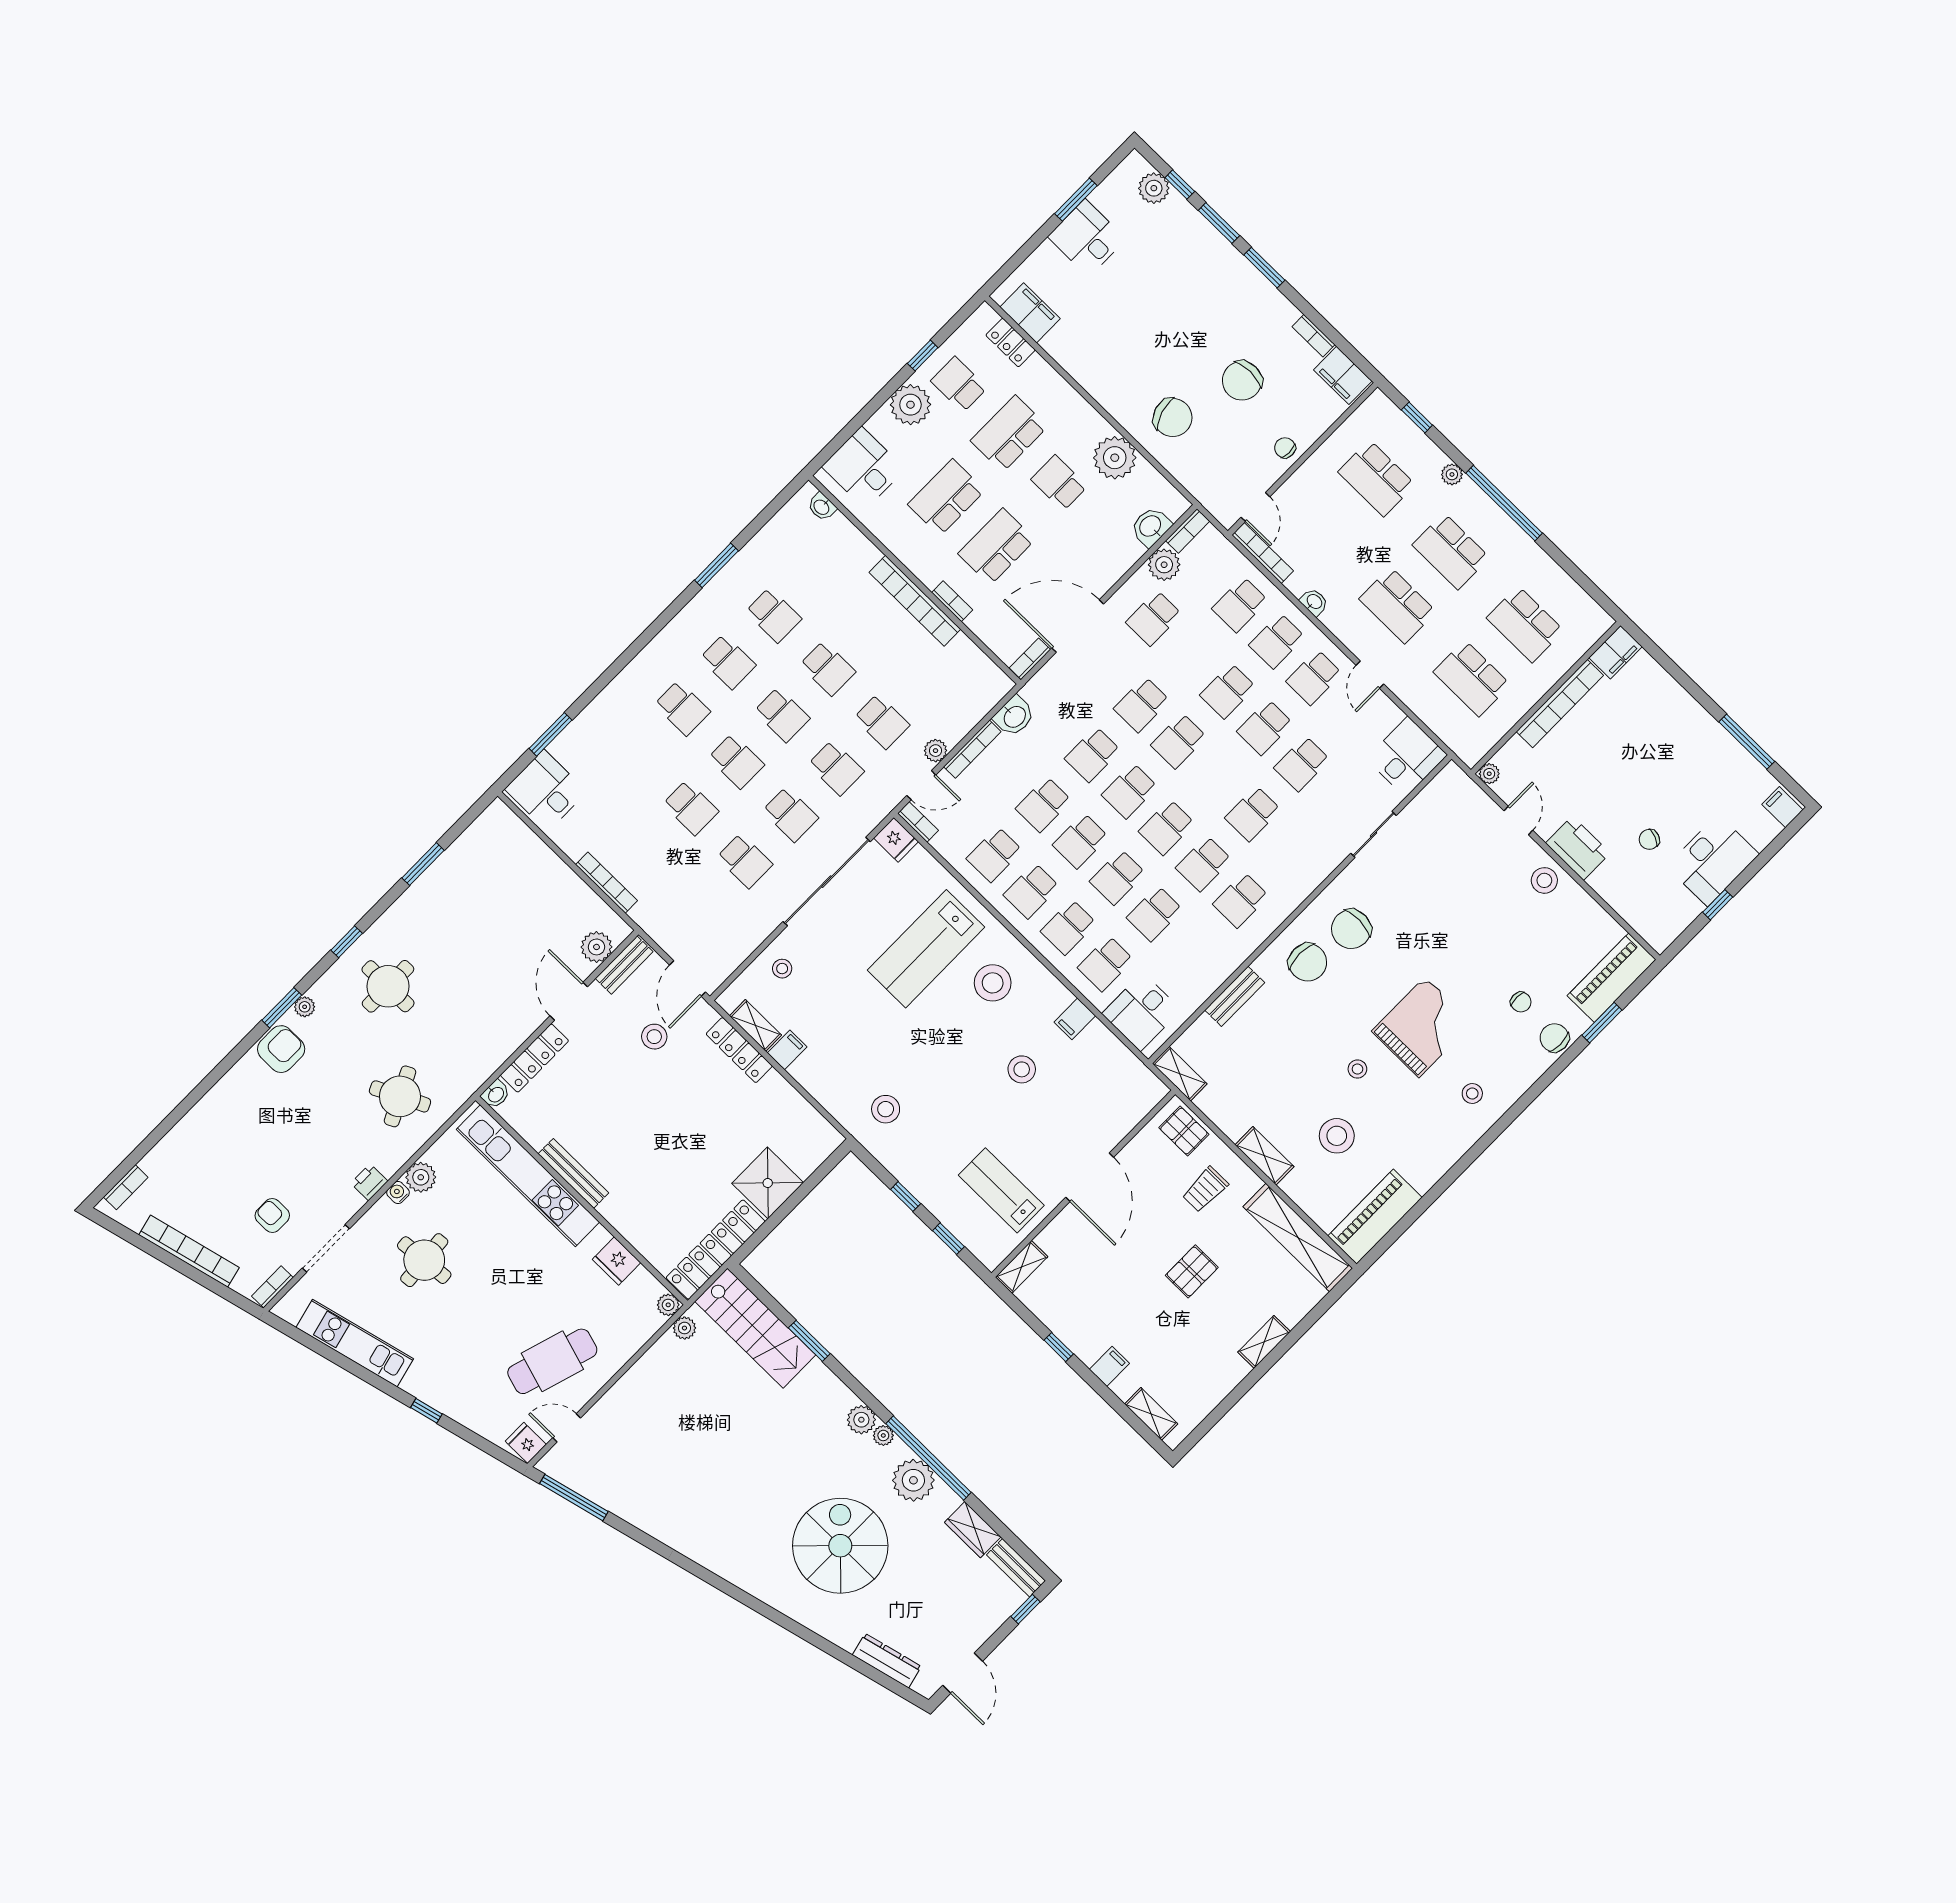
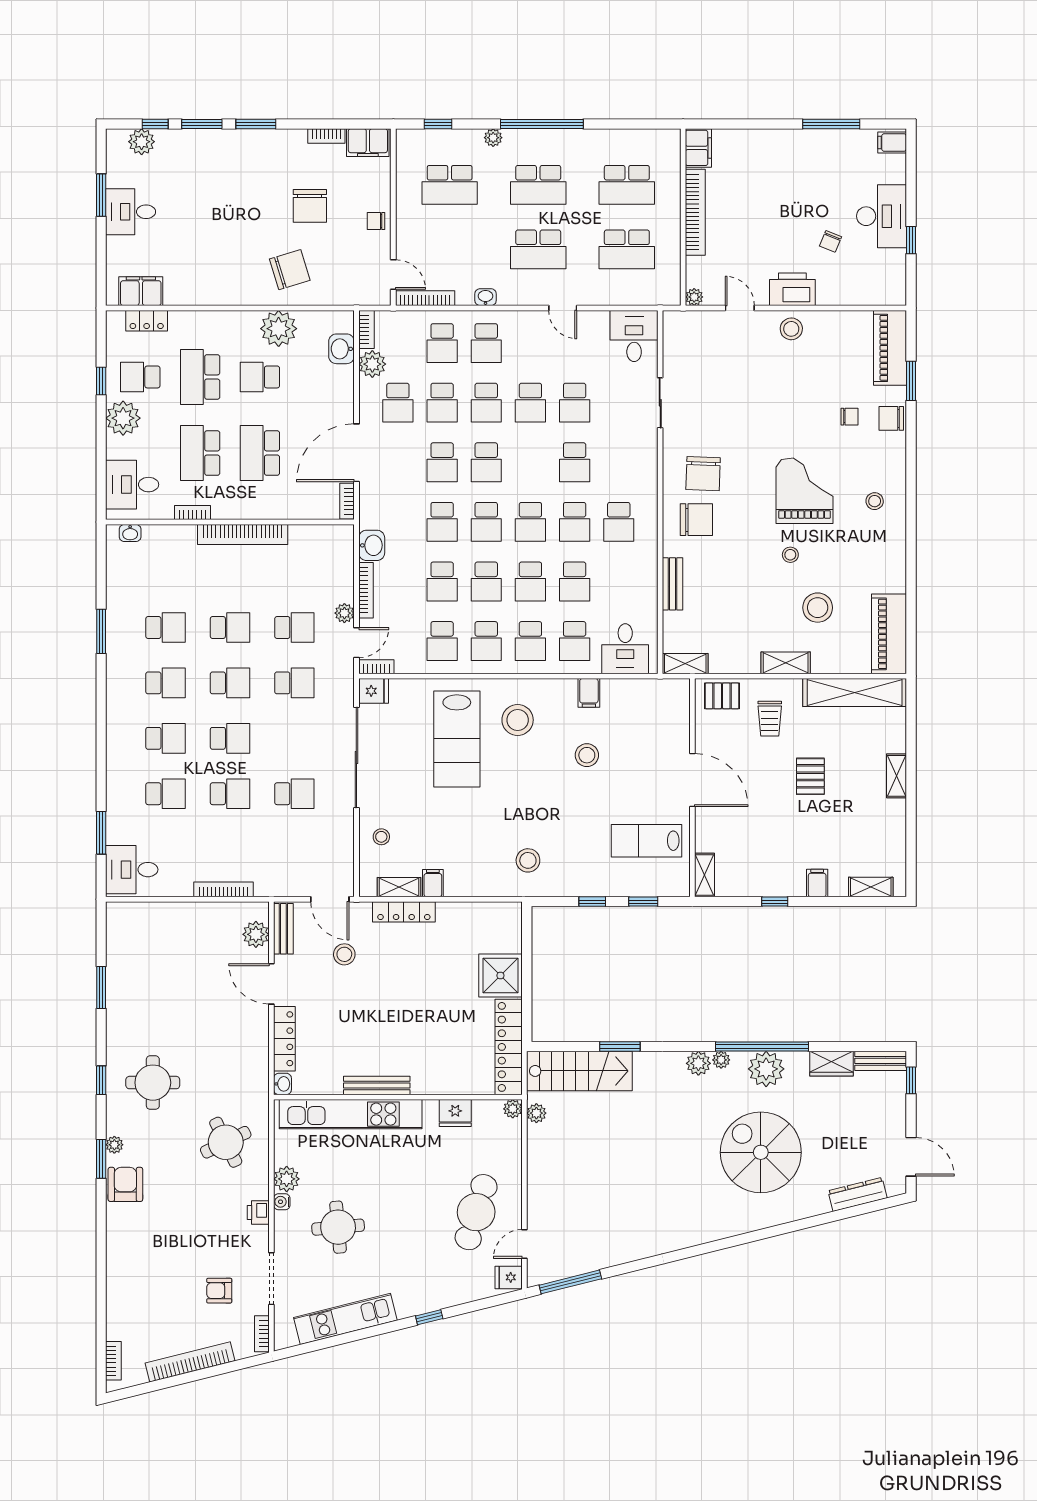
bookcase: (952, 601) -> (193, 513), moved
school desk: (1314, 677) -> (442, 403), moved
school desk: (790, 814) -> (165, 794), moved

